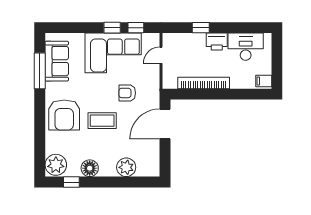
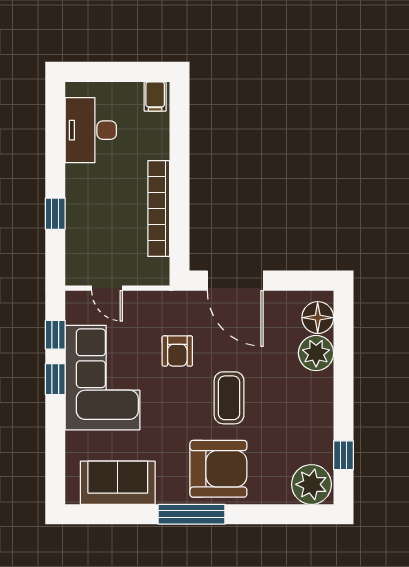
printer: (217, 41) -> (81, 184), removed
window: (40, 71) -> (191, 514), moved
floor lamp: (90, 168) -> (318, 318), moved

